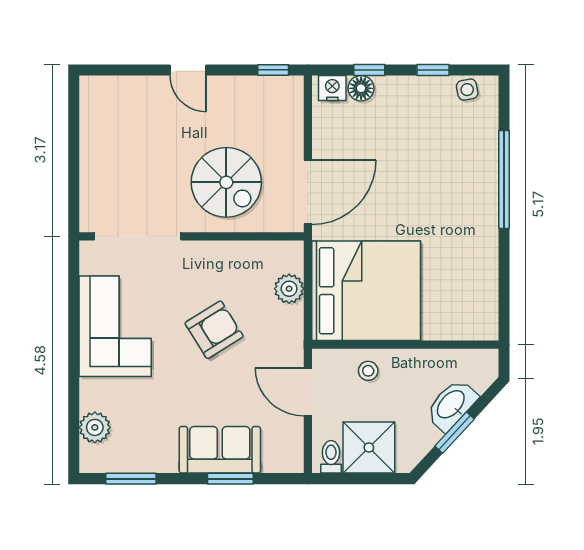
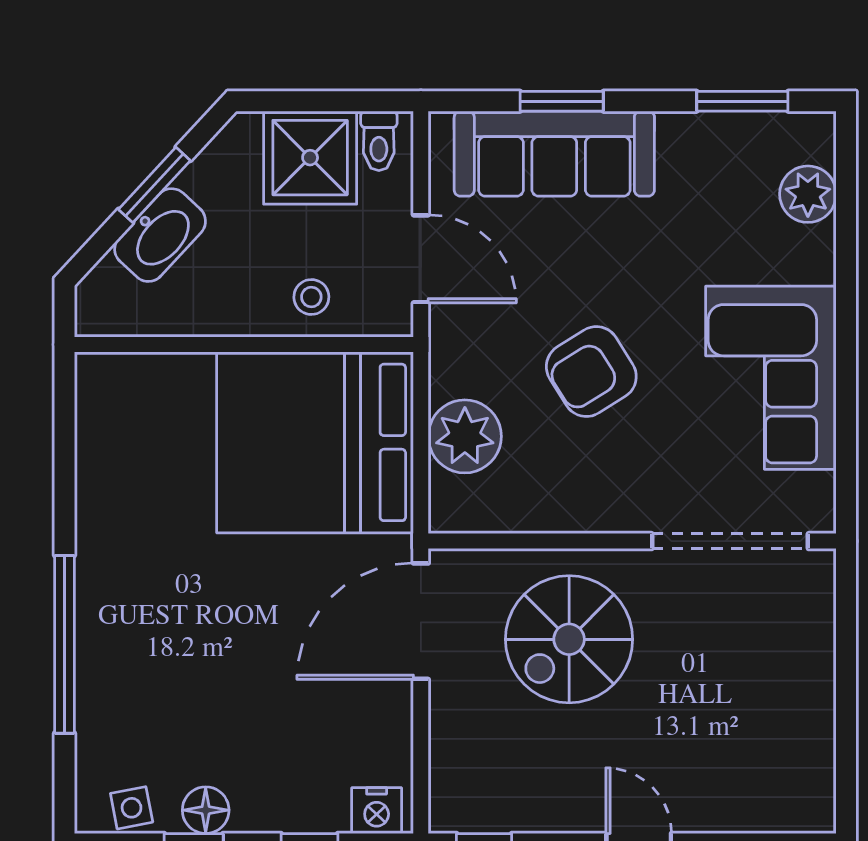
floor lamp: (361, 88) -> (206, 810), moved
spiral stairs: (226, 182) -> (569, 639), turned -90
plant: (289, 289) -> (465, 436), width x1.36, depth x1.36
sofa: (220, 450) -> (554, 154), width x1.36

